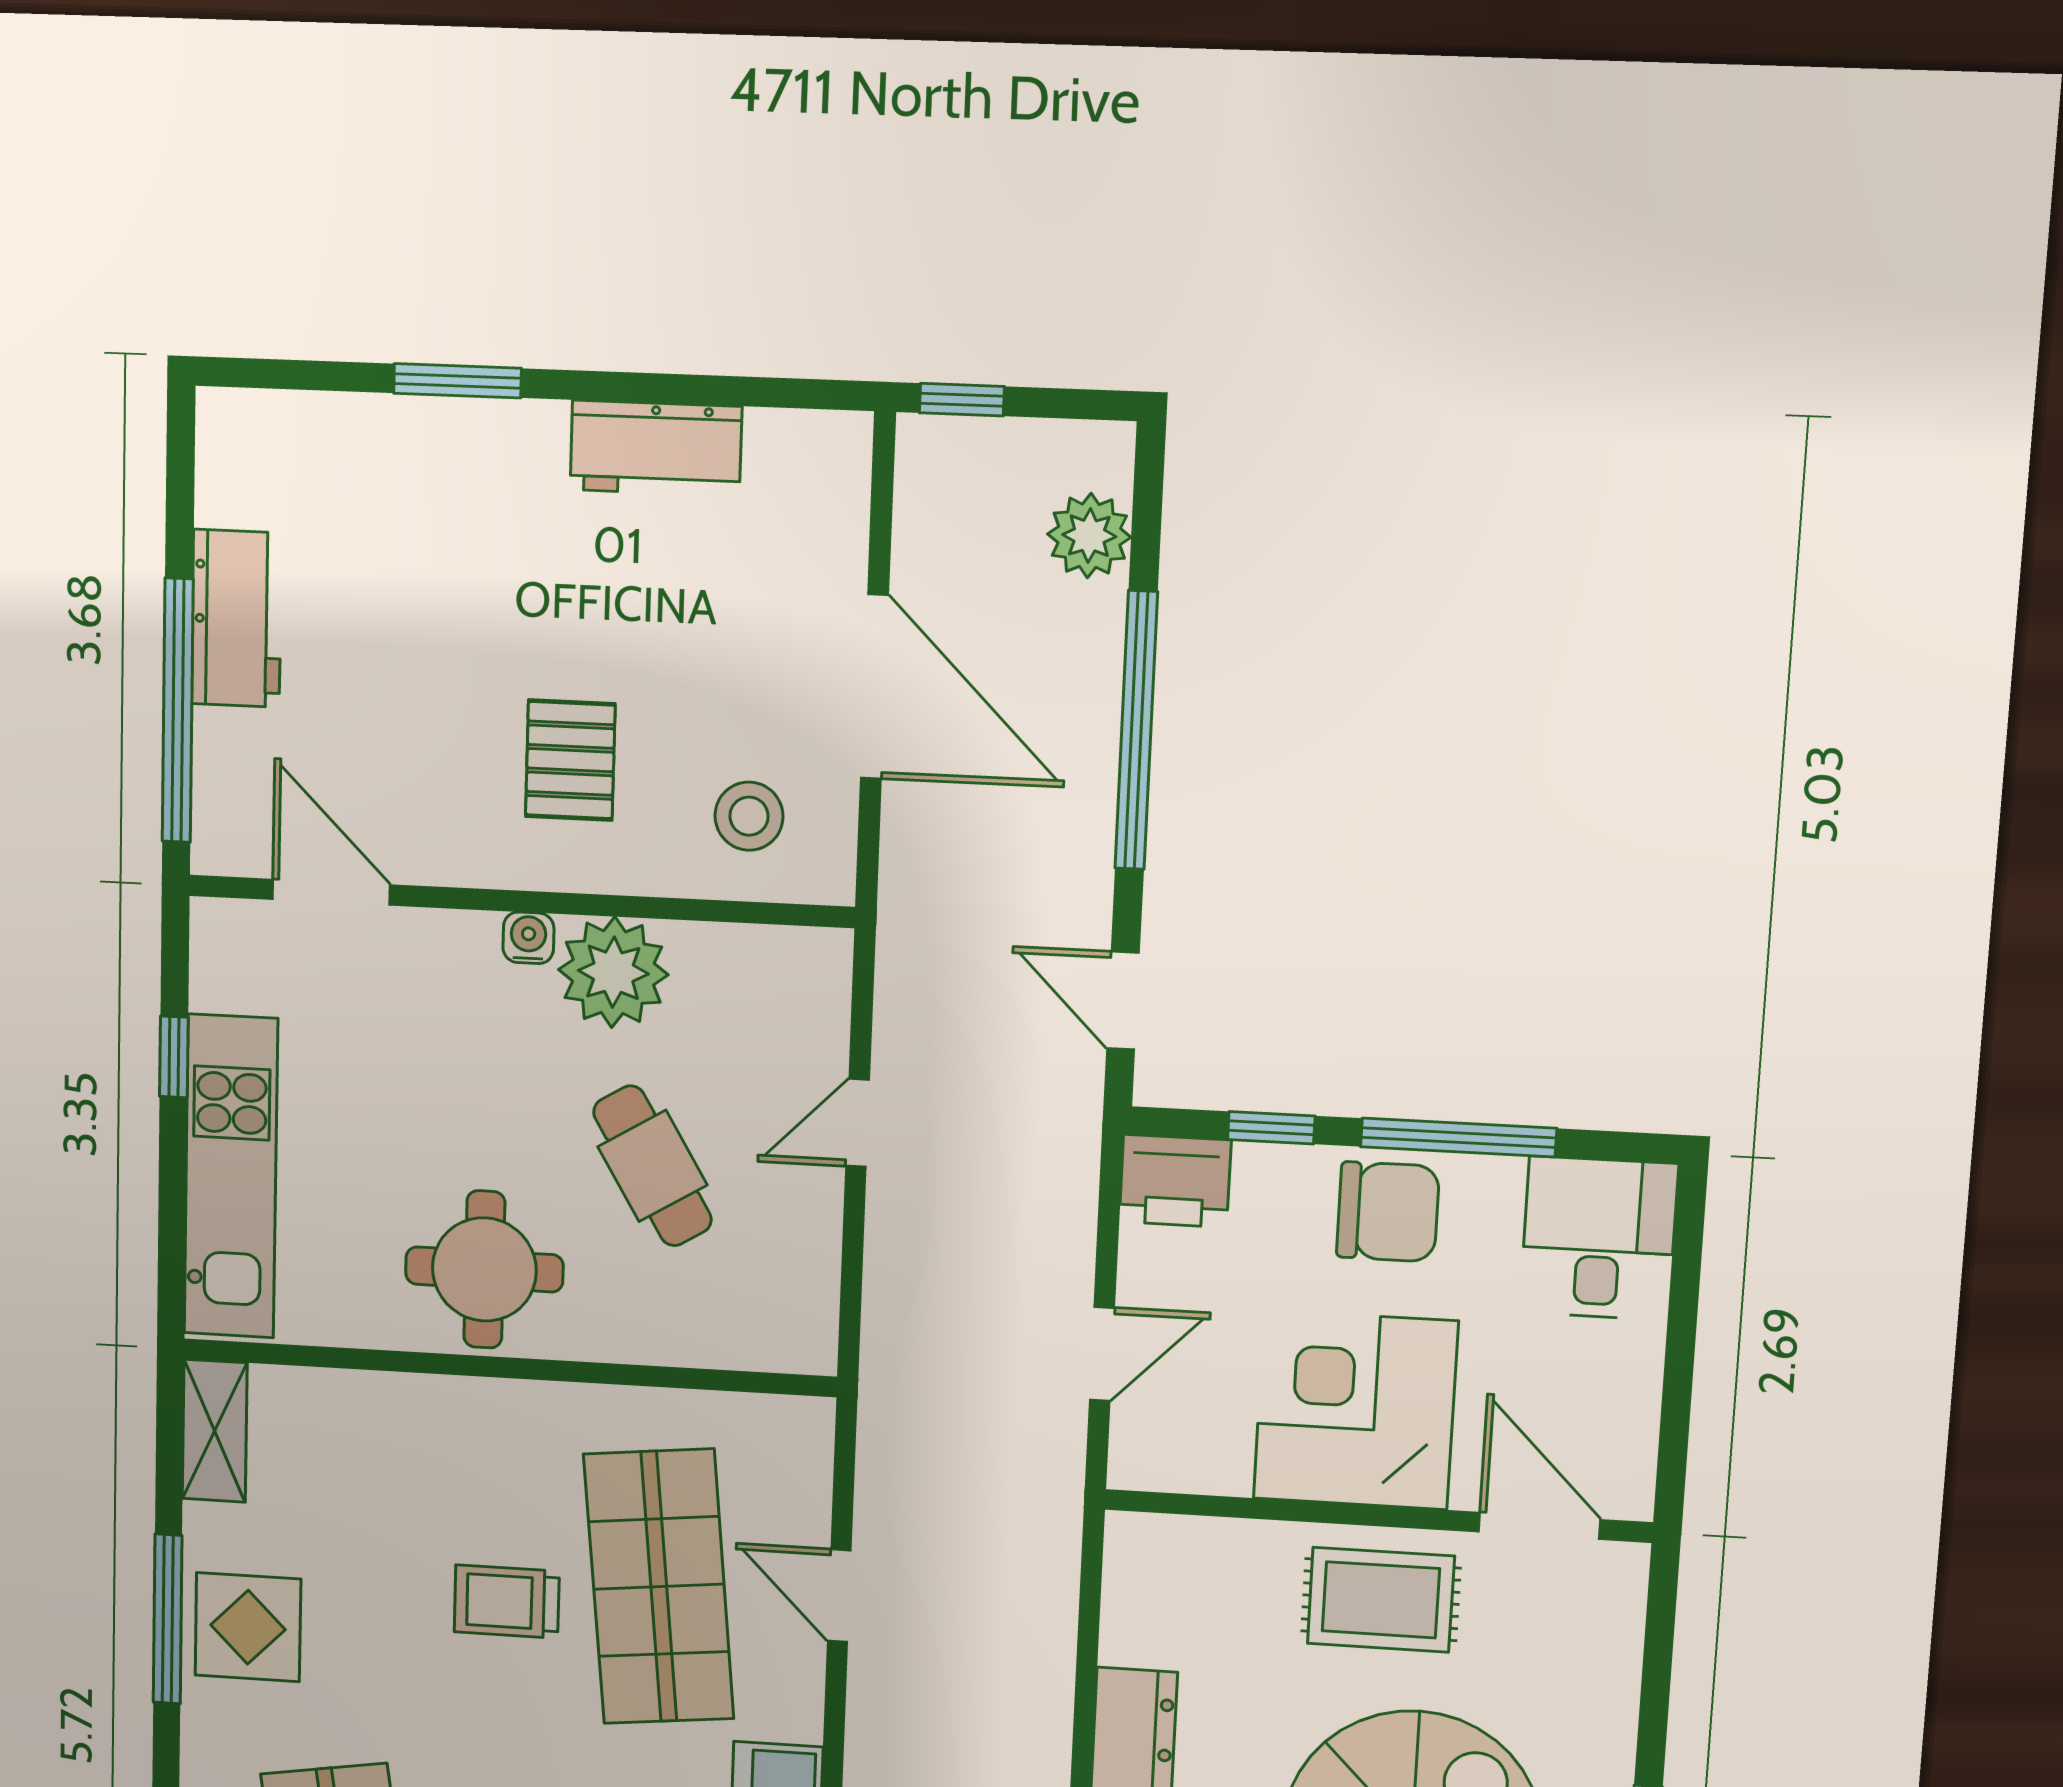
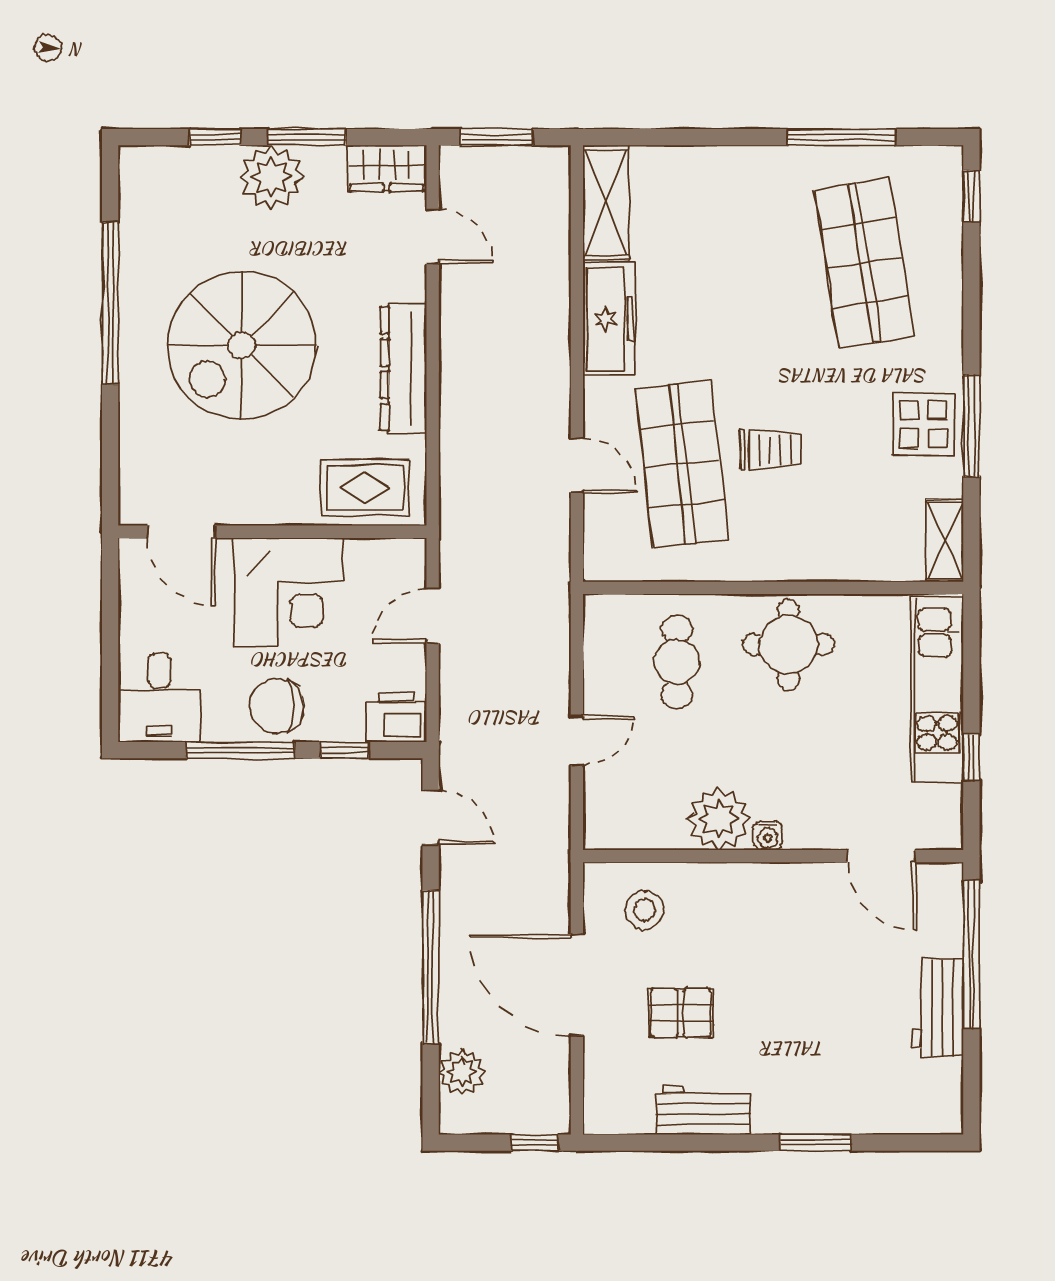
pallet: (570, 760) -> (681, 1013), moved, turned 90
cafe table: (653, 1166) -> (677, 662), moved, turned 31
rug: (1381, 1600) -> (365, 488), moved

